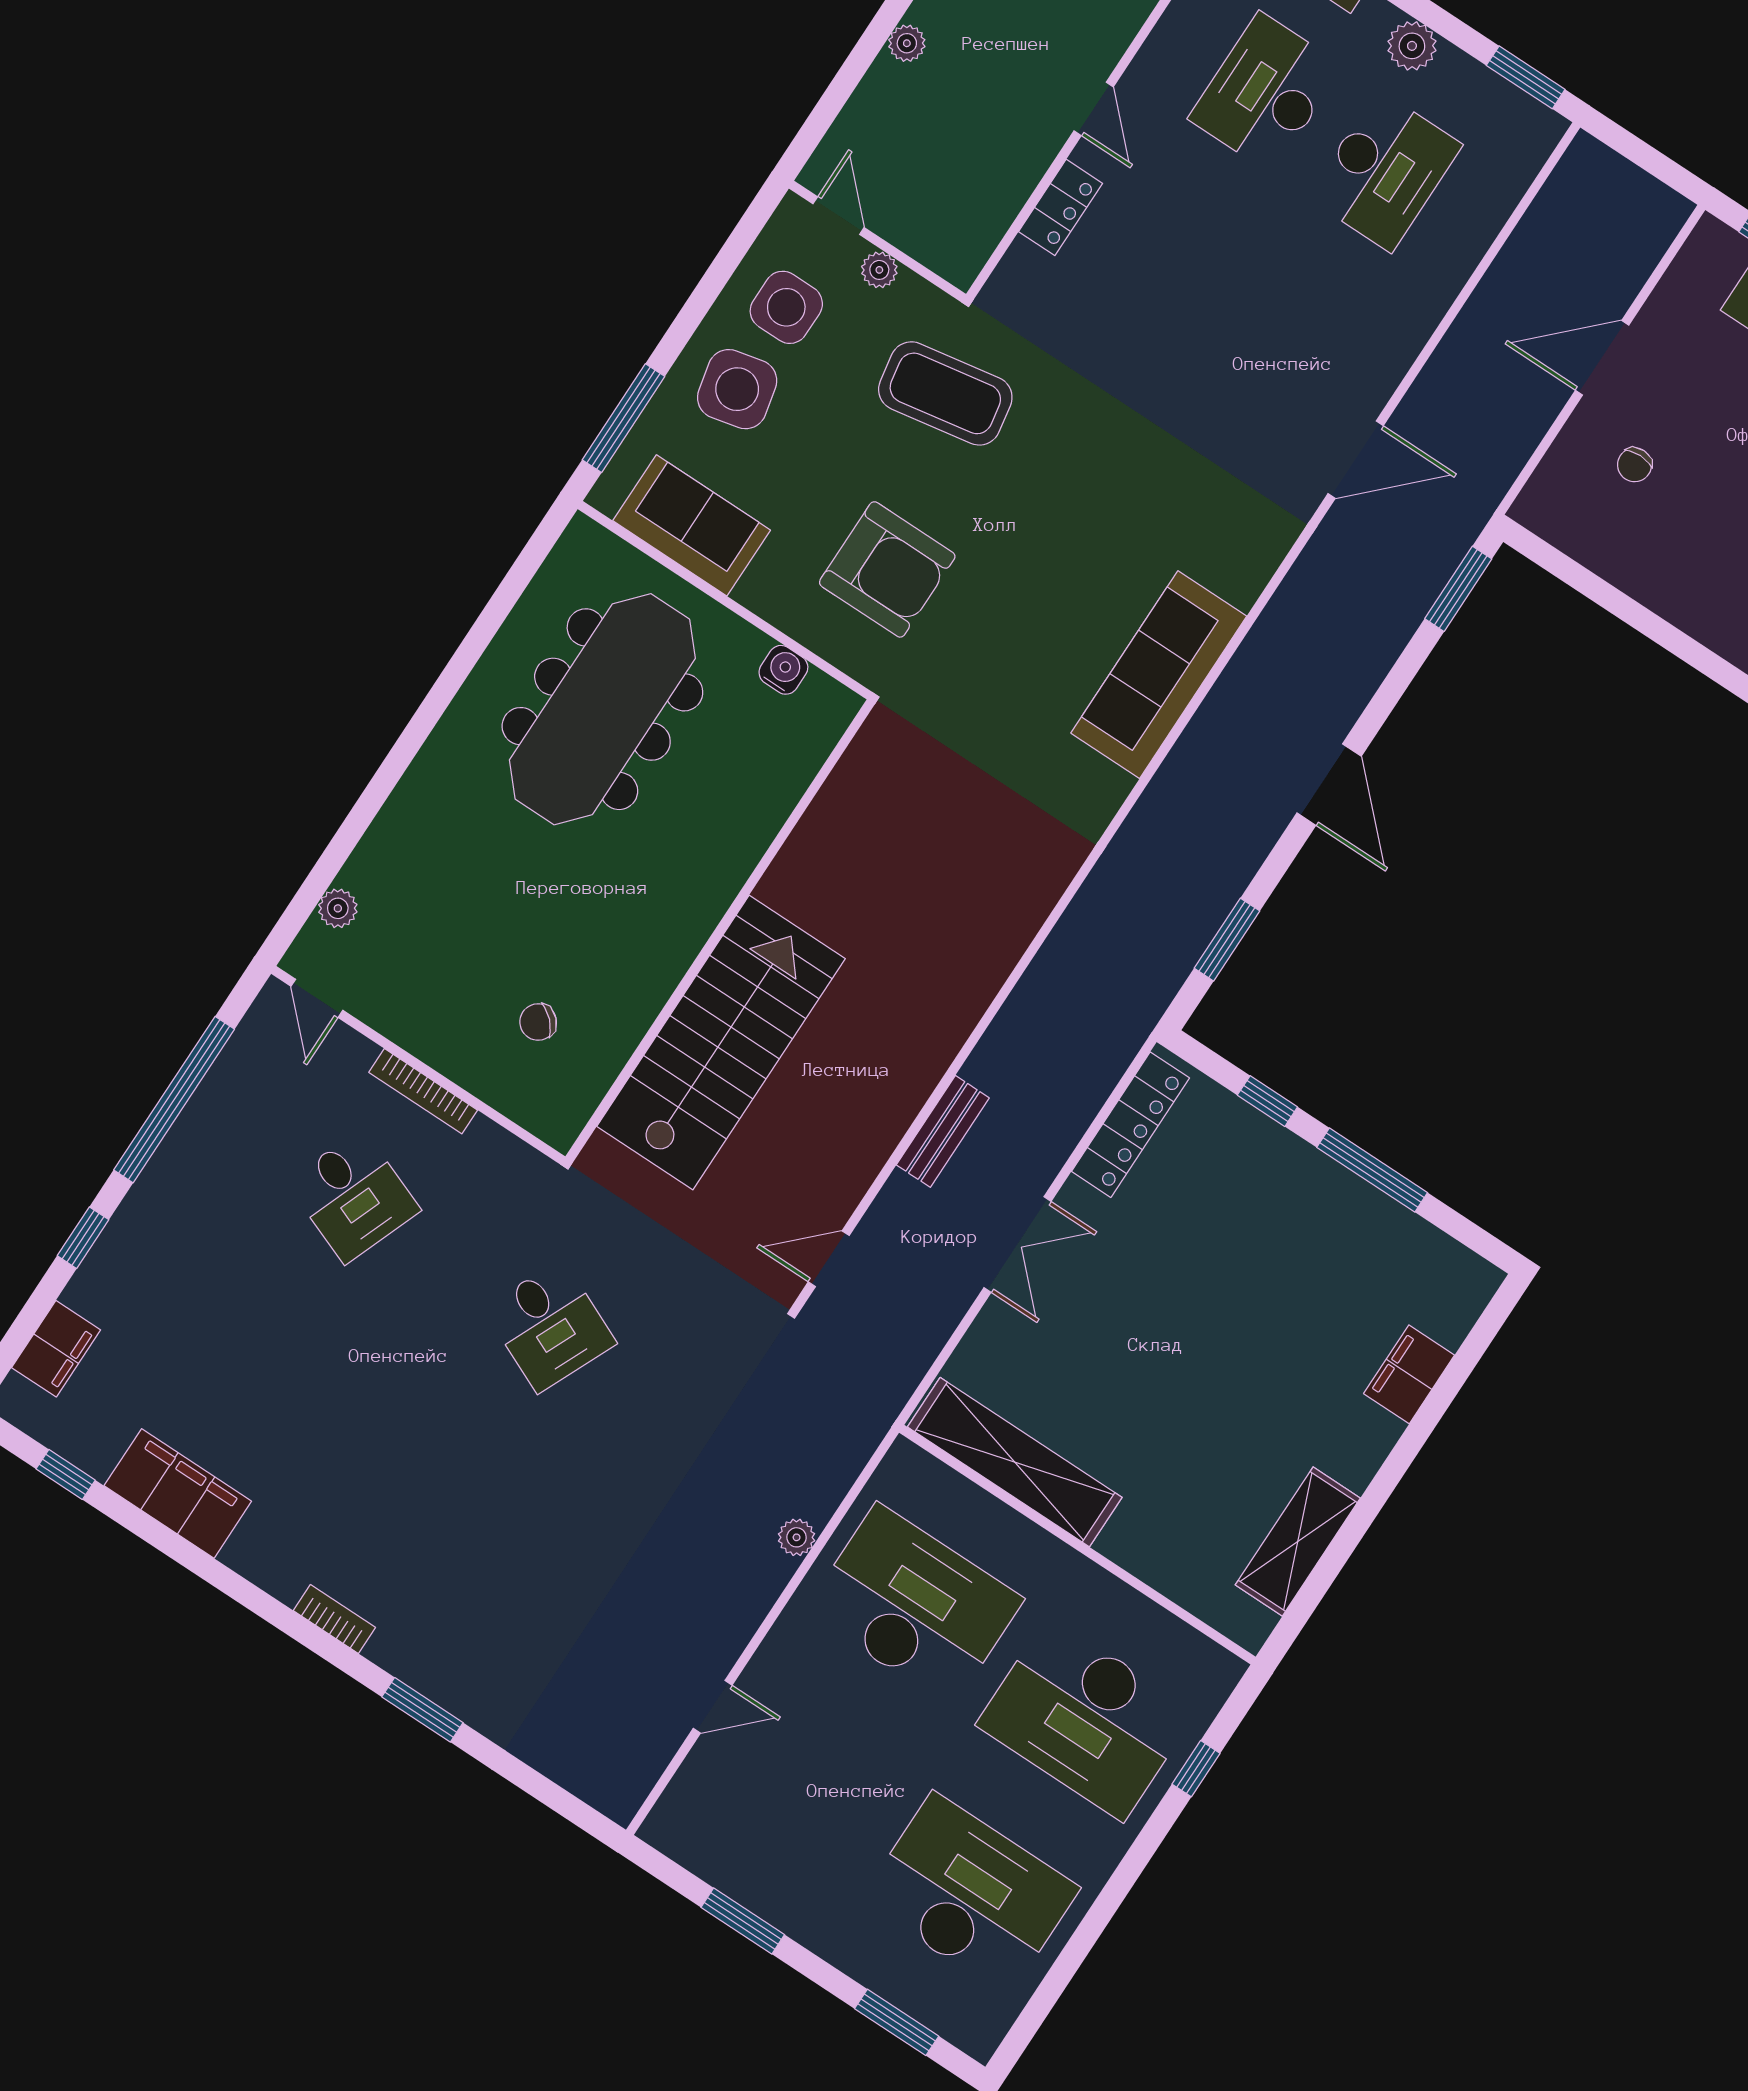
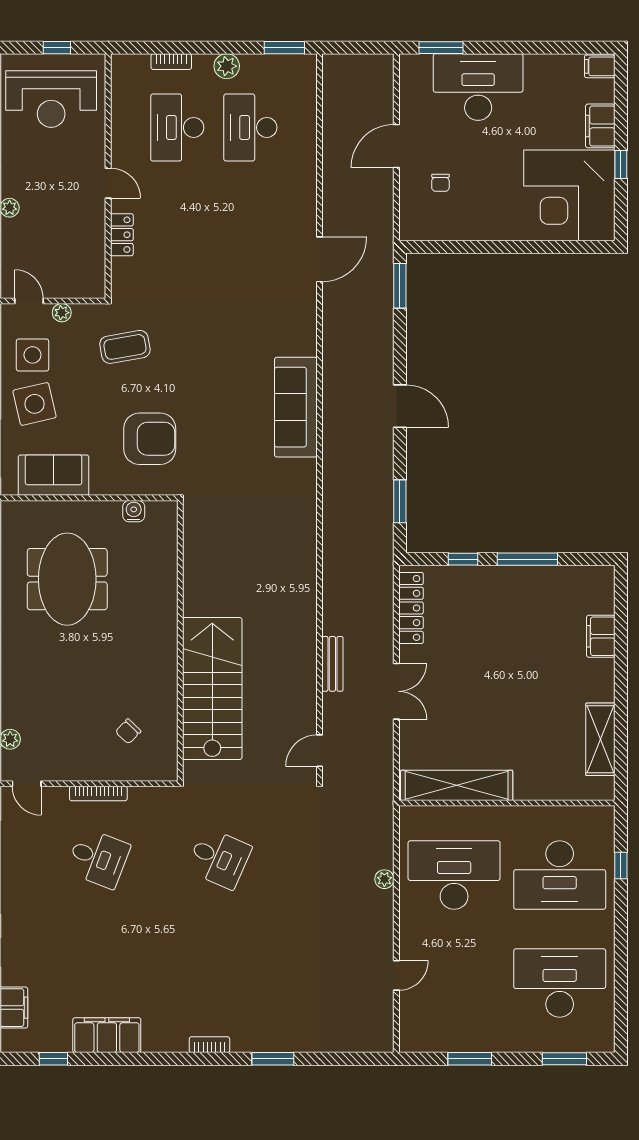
desk: (1385, 171) -> (250, 127), turned 180
coffee table: (945, 393) -> (125, 347), width x0.73, depth x0.76
meeting table: (602, 709) -> (67, 579), width x0.73

